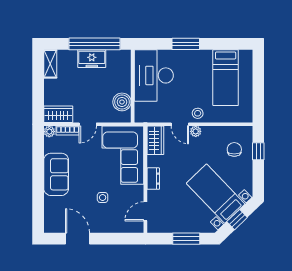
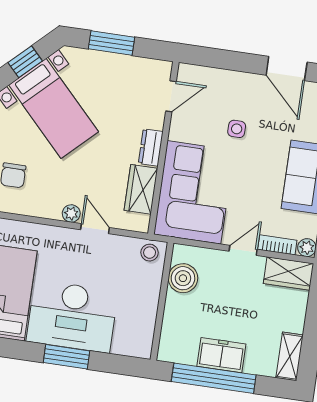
desk: (154, 75) -> (72, 316), moved, turned 90
stool: (198, 113) -> (150, 253), moved
wardrobe: (155, 140) -> (141, 189), moved

